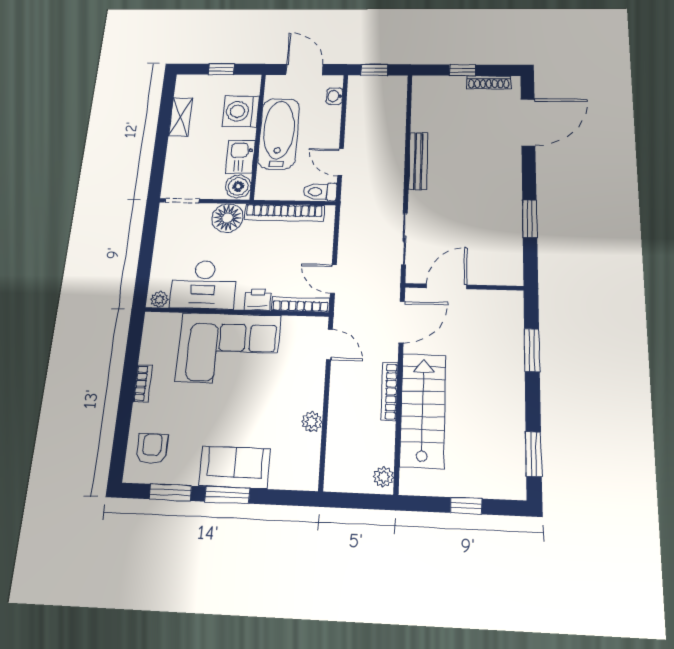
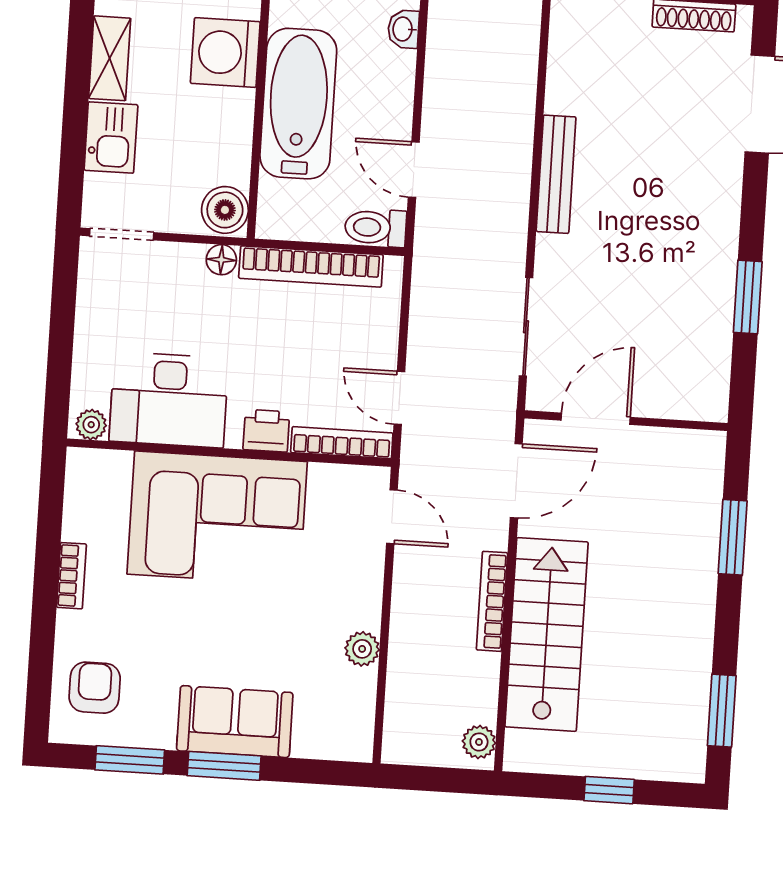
kitchen sink: (240, 157) -> (111, 137), moved, turned 180
floor lamp: (227, 218) -> (221, 260), width x0.53, depth x0.53

